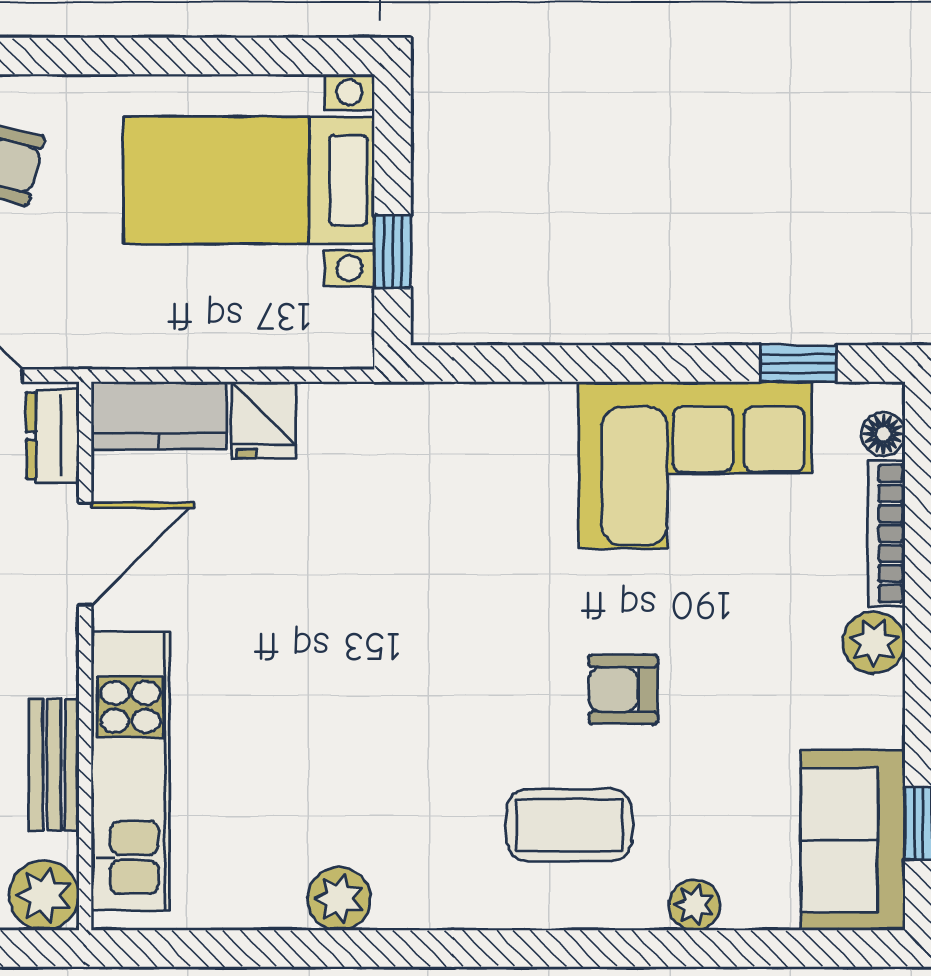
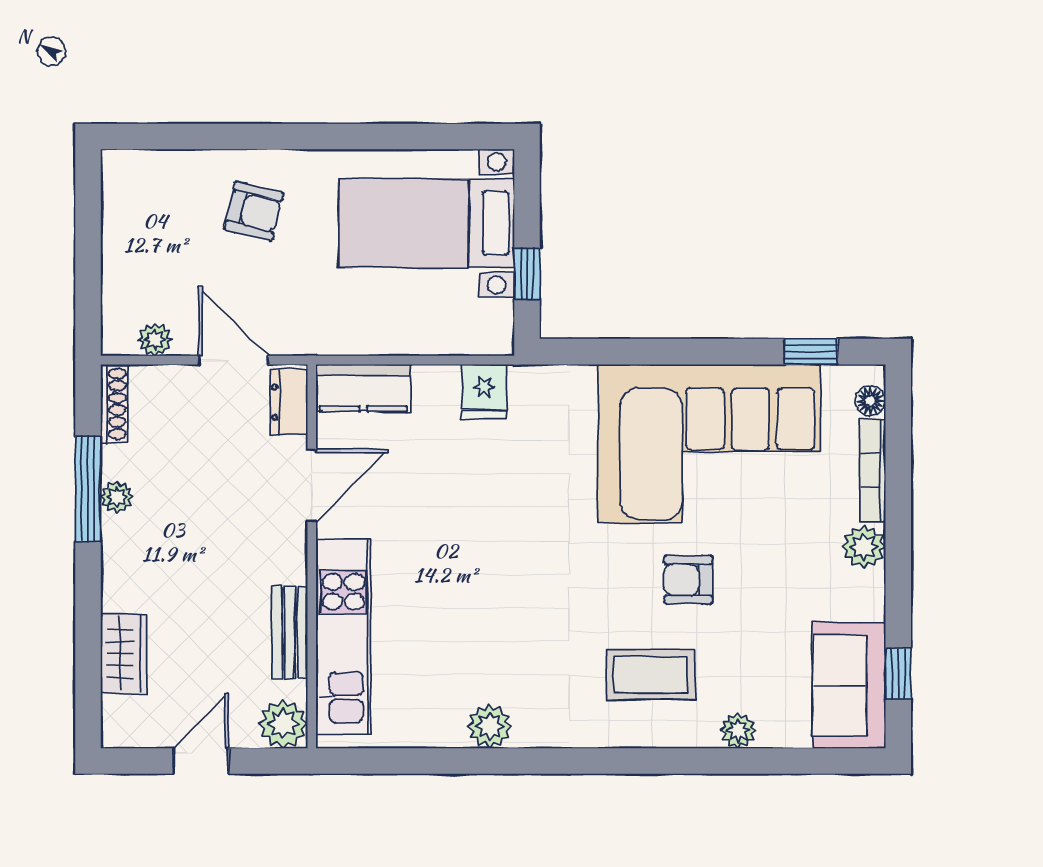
fridge: (264, 420) -> (484, 391), moved
corner sofa: (695, 465) -> (709, 444), width x1.36, depth x1.36

